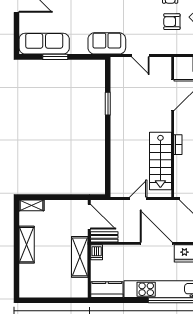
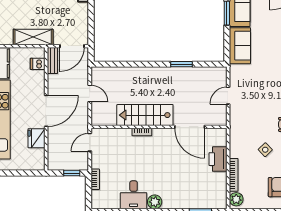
armchair: (172, 22) -> (261, 126), removed
sofa: (107, 43) -> (240, 46), moved
stairs: (160, 161) -> (145, 115), moved
dishwasher: (97, 252) -> (38, 64), moved

